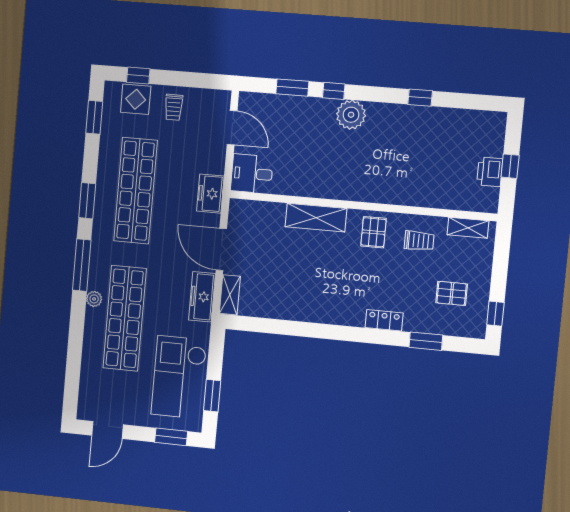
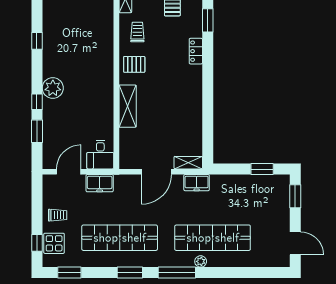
freezer: (210, 194) -> (100, 183), moved
freezer: (202, 297) -> (197, 183), width x0.71
checkout: (179, 377) -> (251, 194), removed

